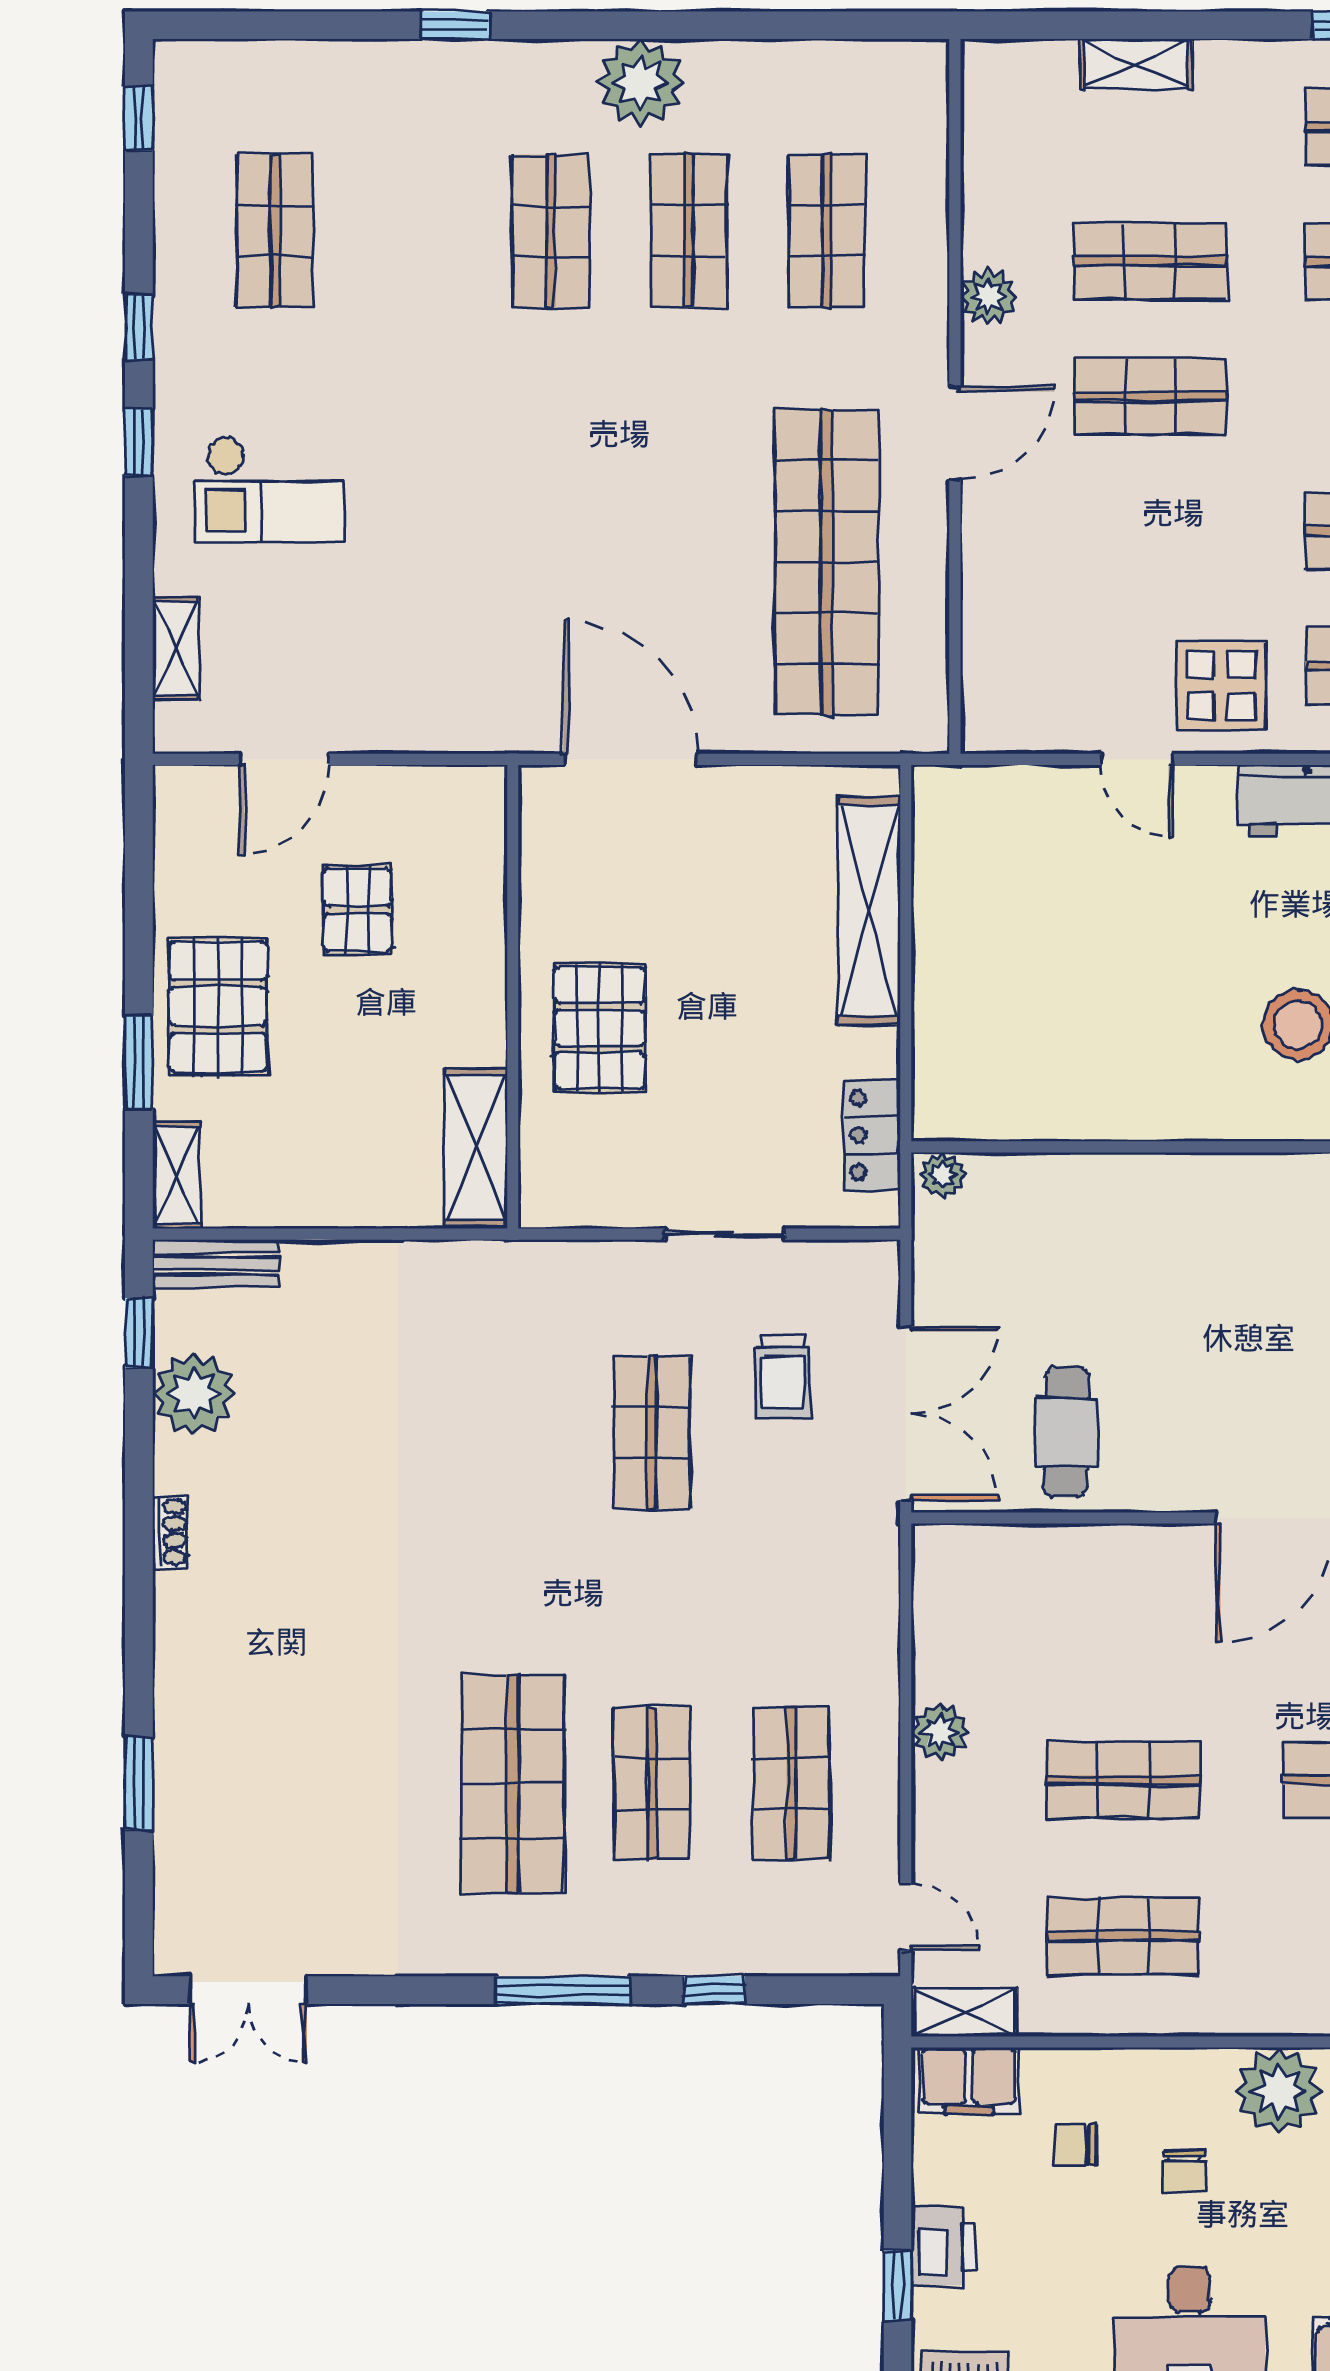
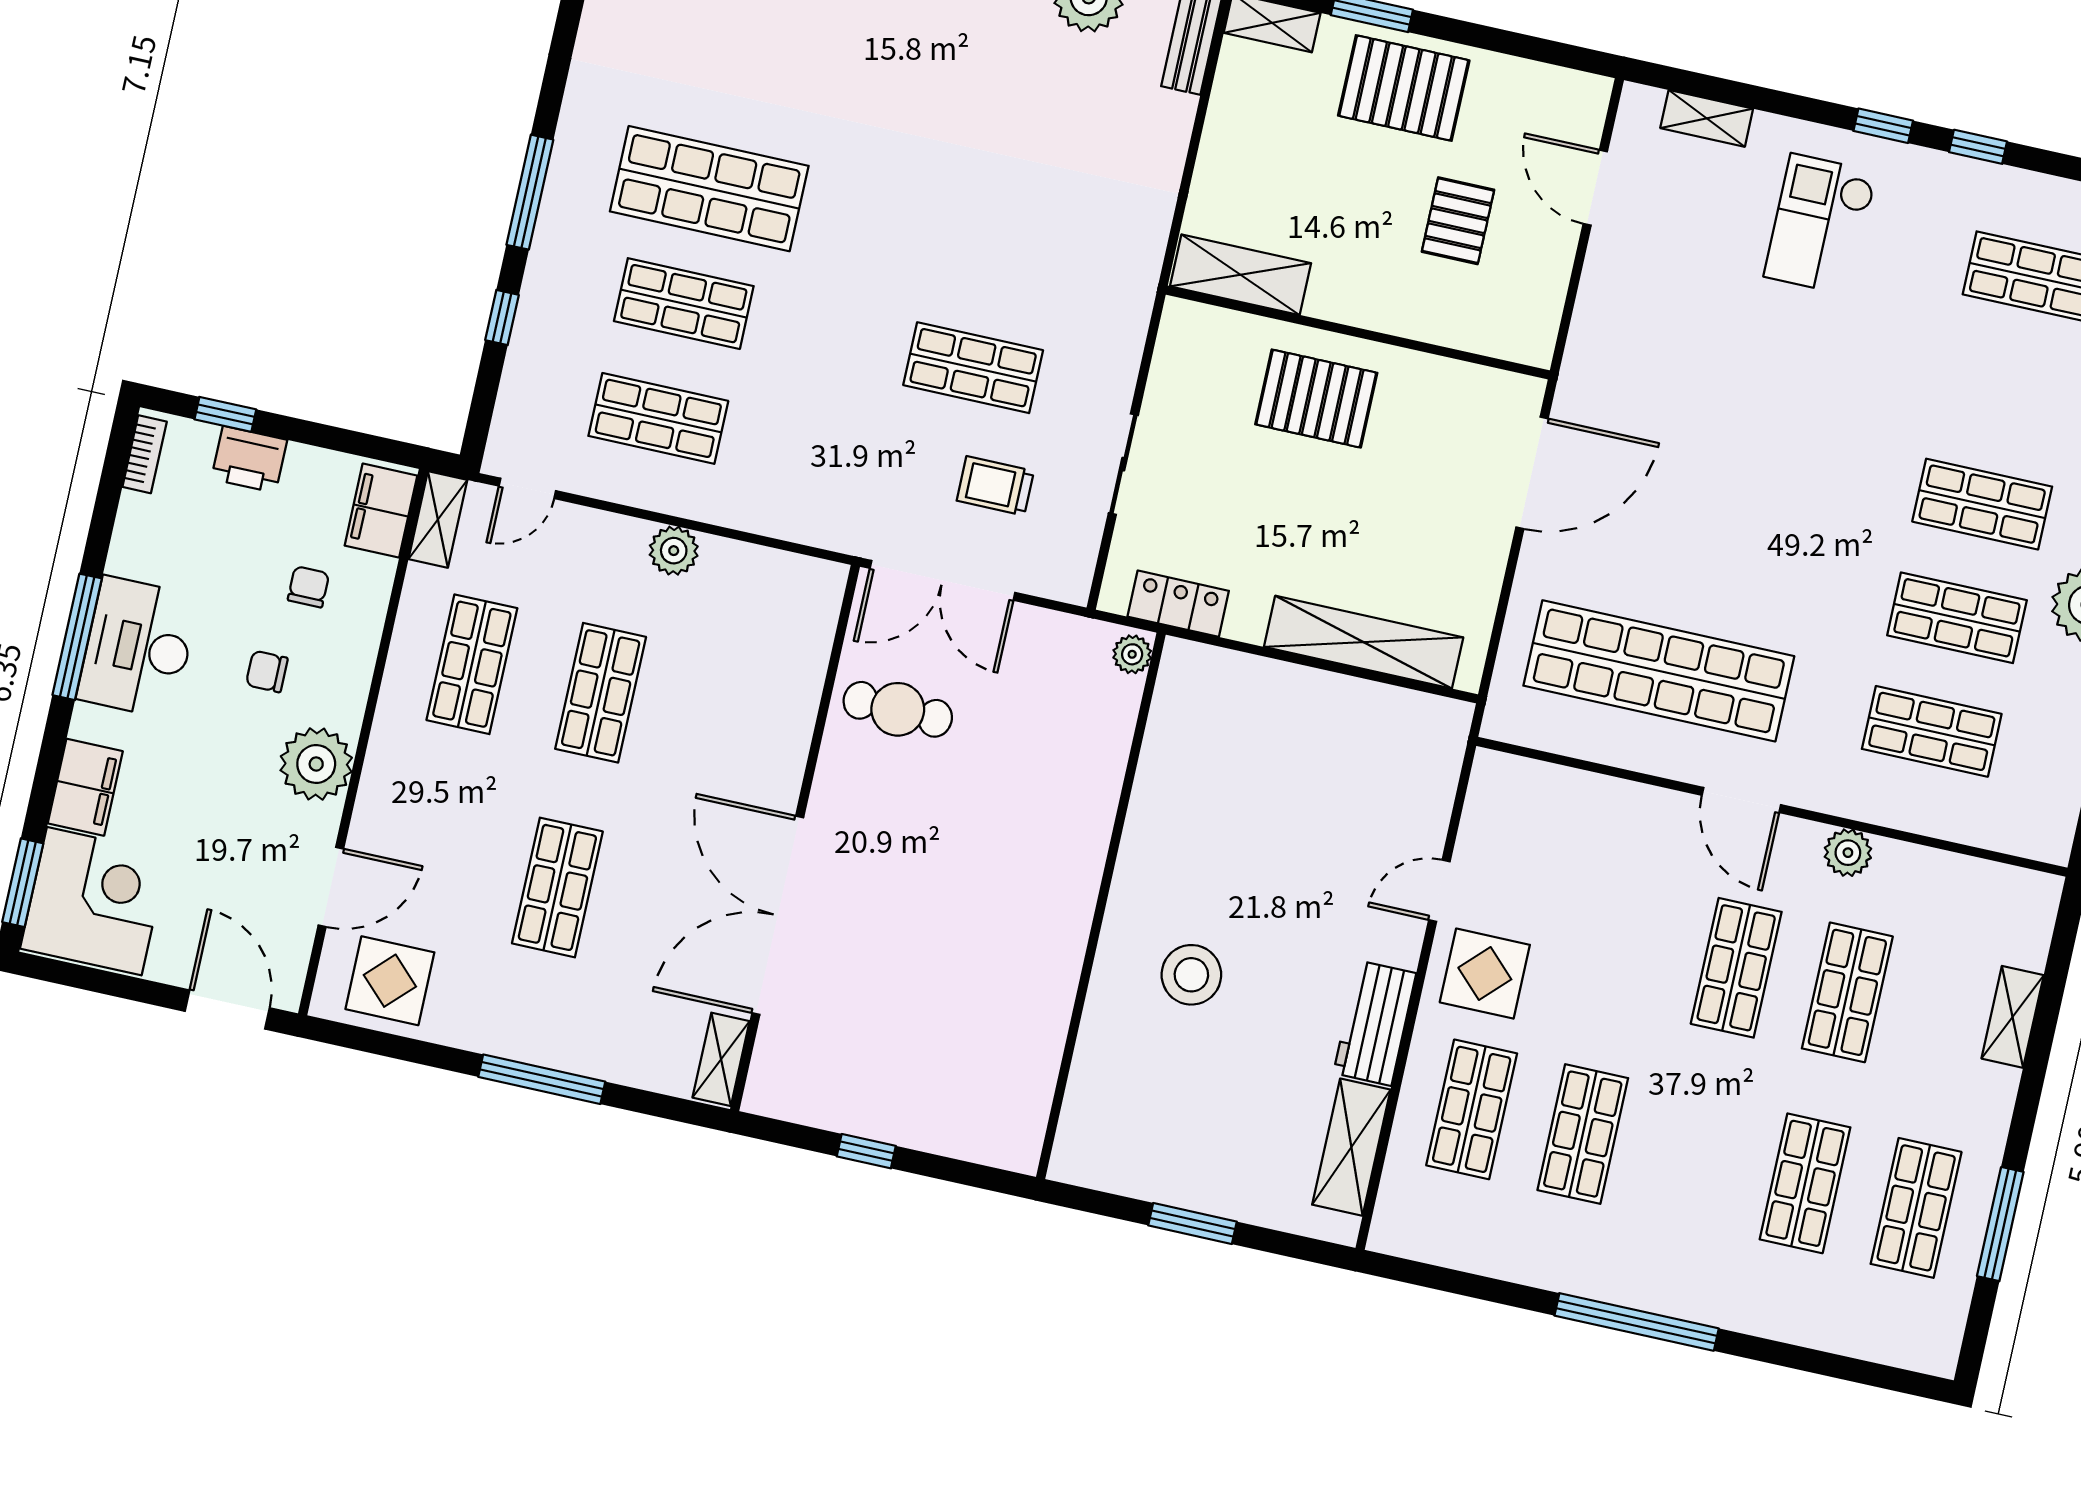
pallet: (358, 910) -> (1458, 221), turned 90

